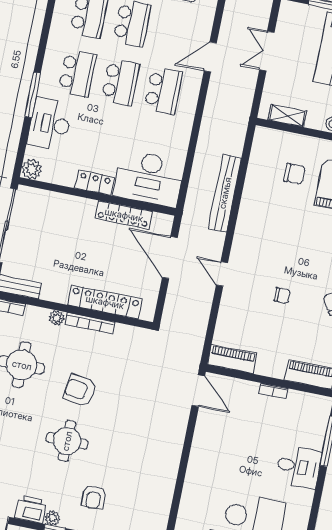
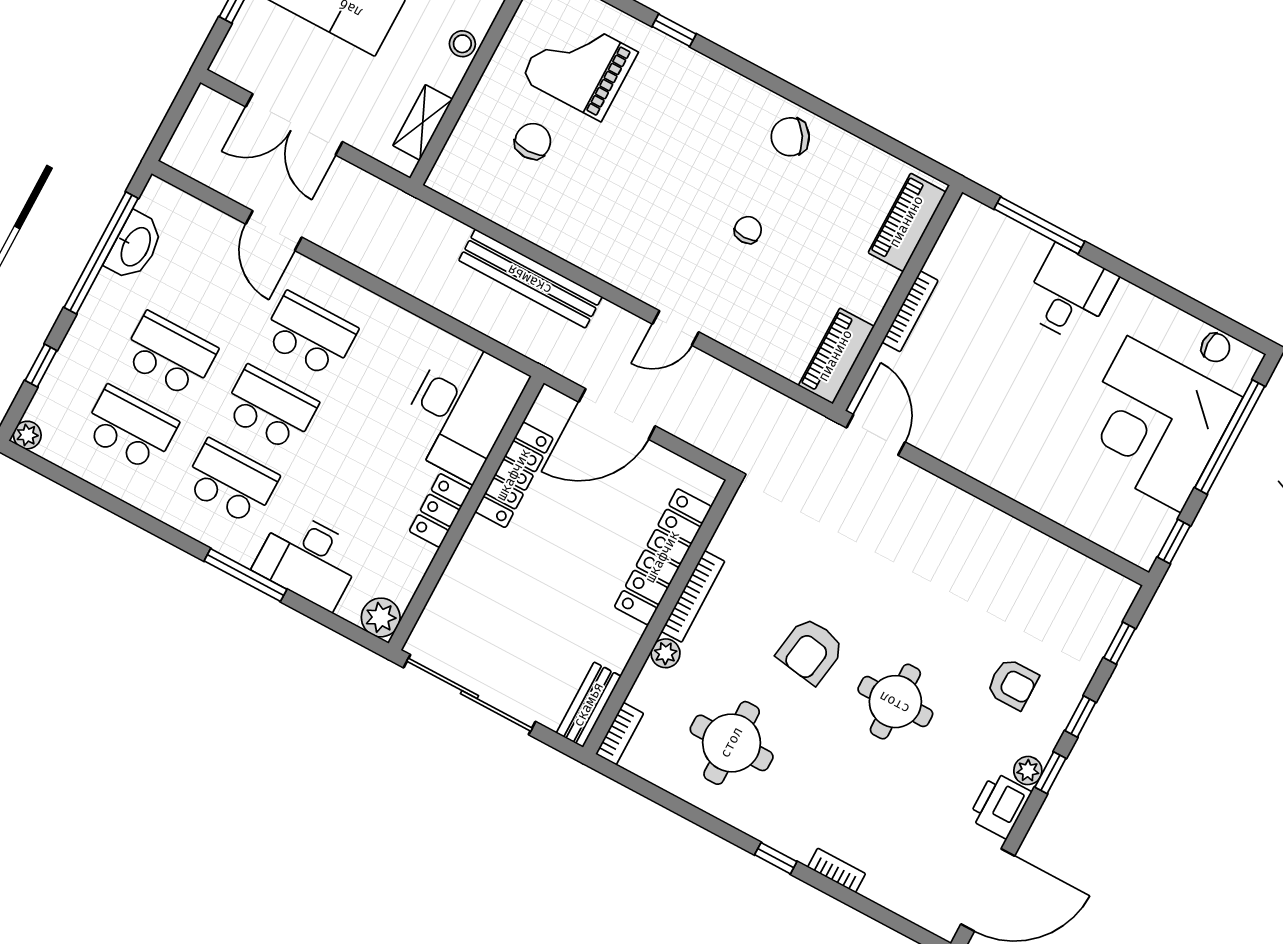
double door: (267, 51) -> (294, 124), width x1.37
door: (198, 391) -> (876, 435), hinge flipped
bookcase: (273, 391) -> (910, 311), width x1.56

